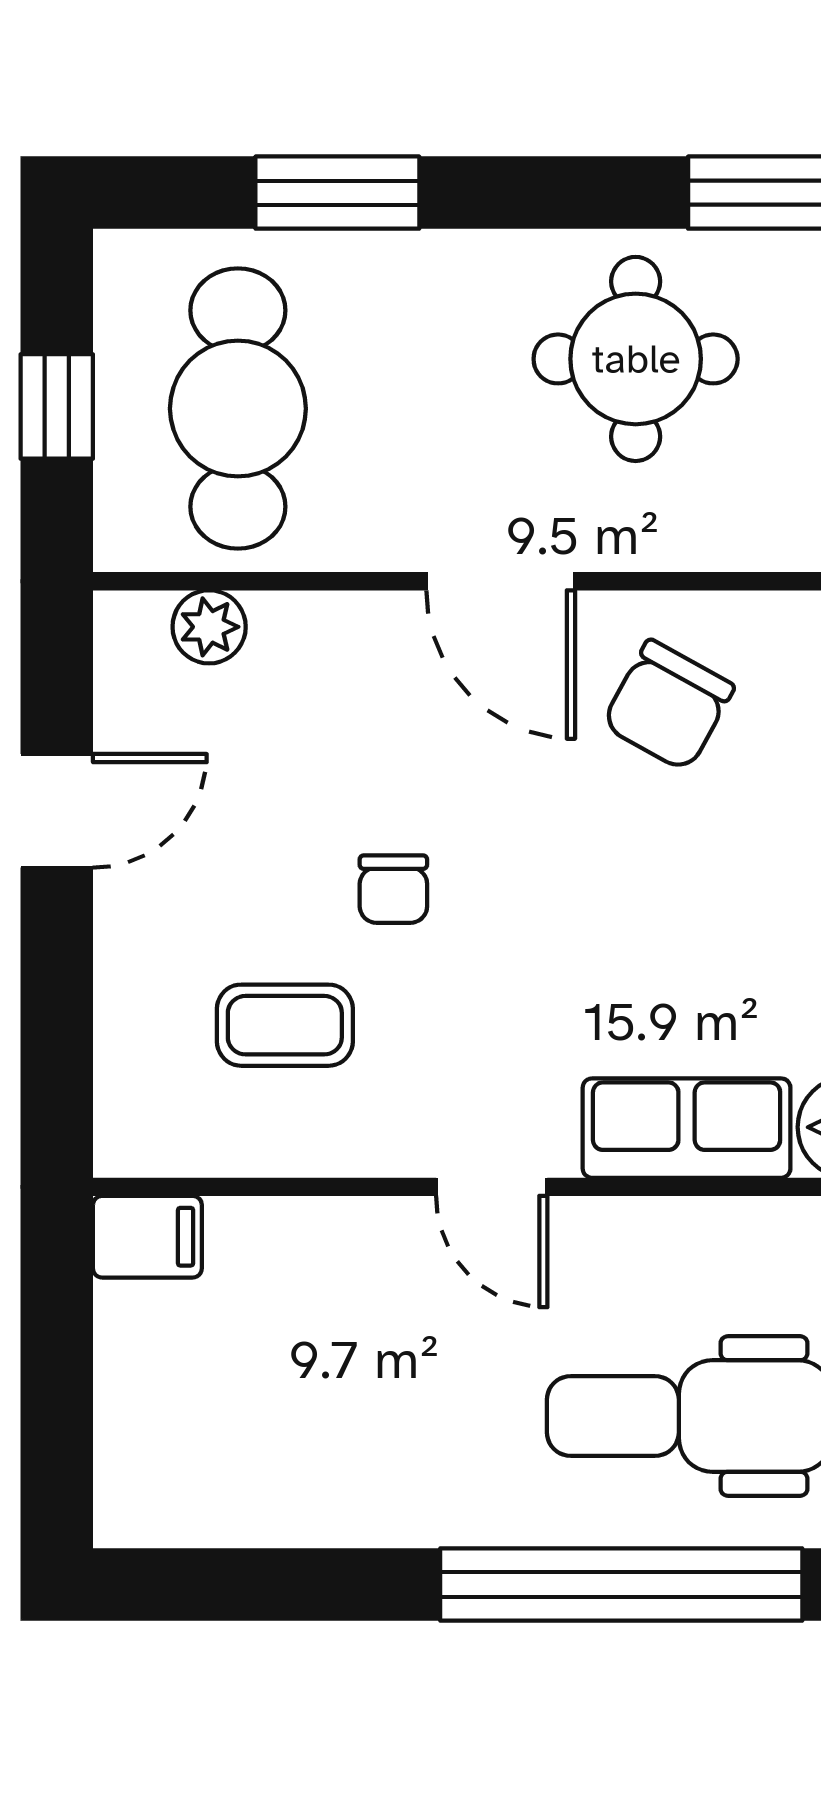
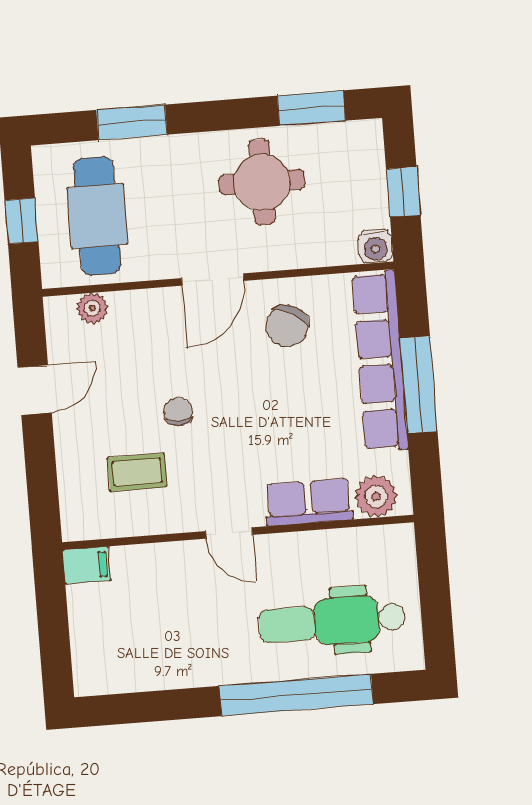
door: (501, 581) -> (213, 279), hinge flipped
chair: (393, 889) -> (178, 412), turned 180

